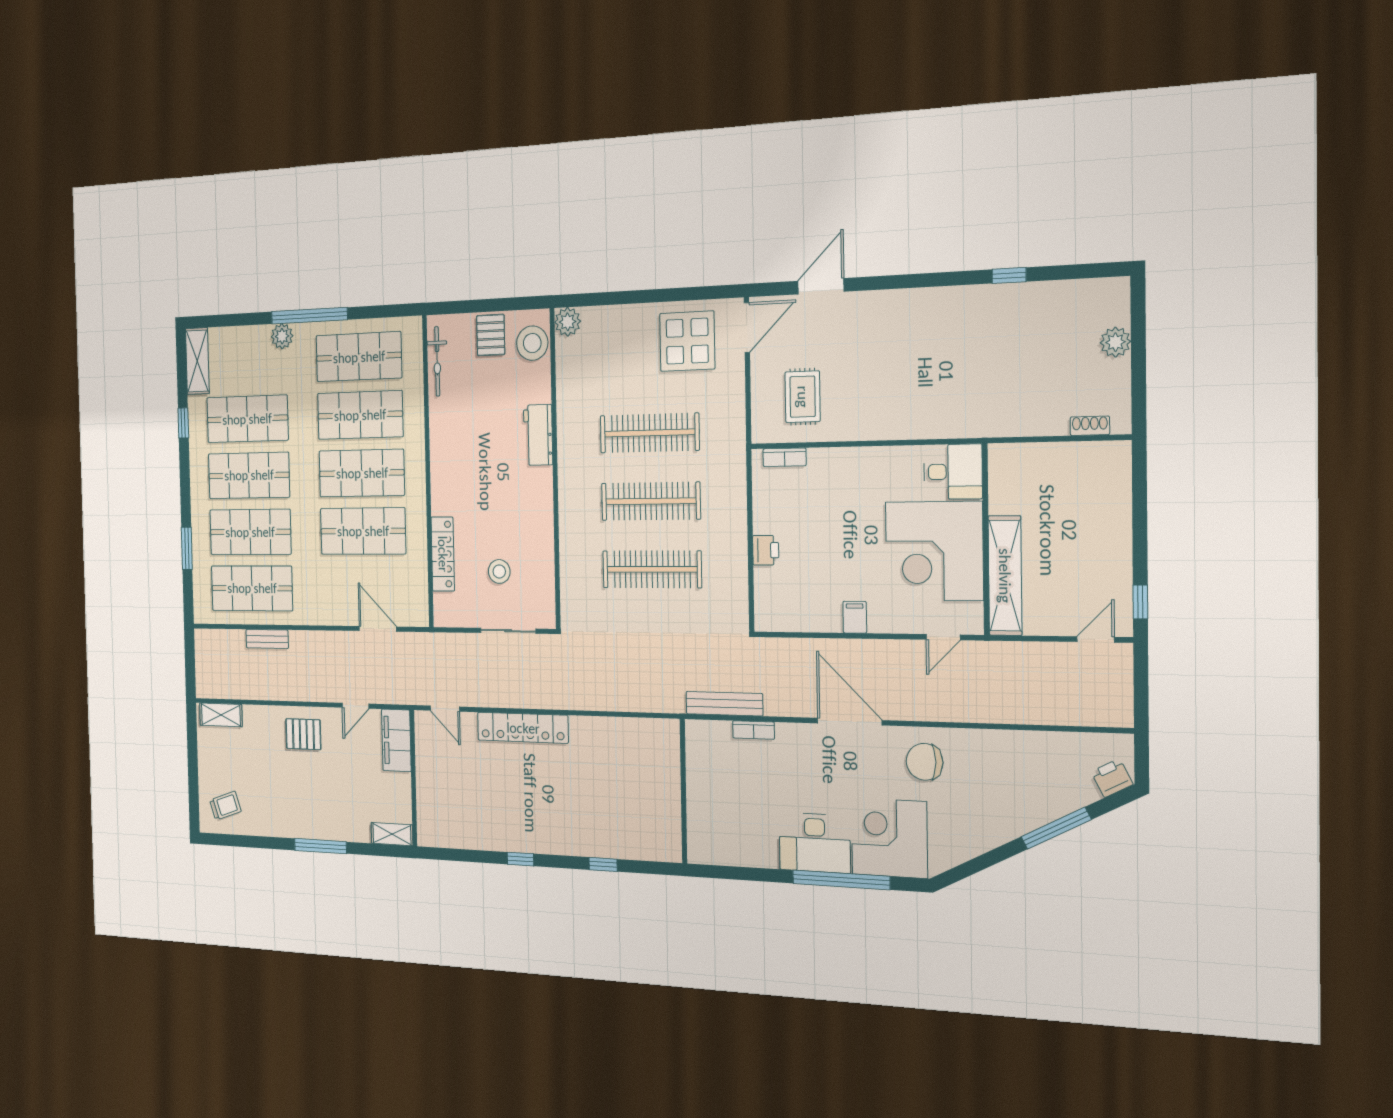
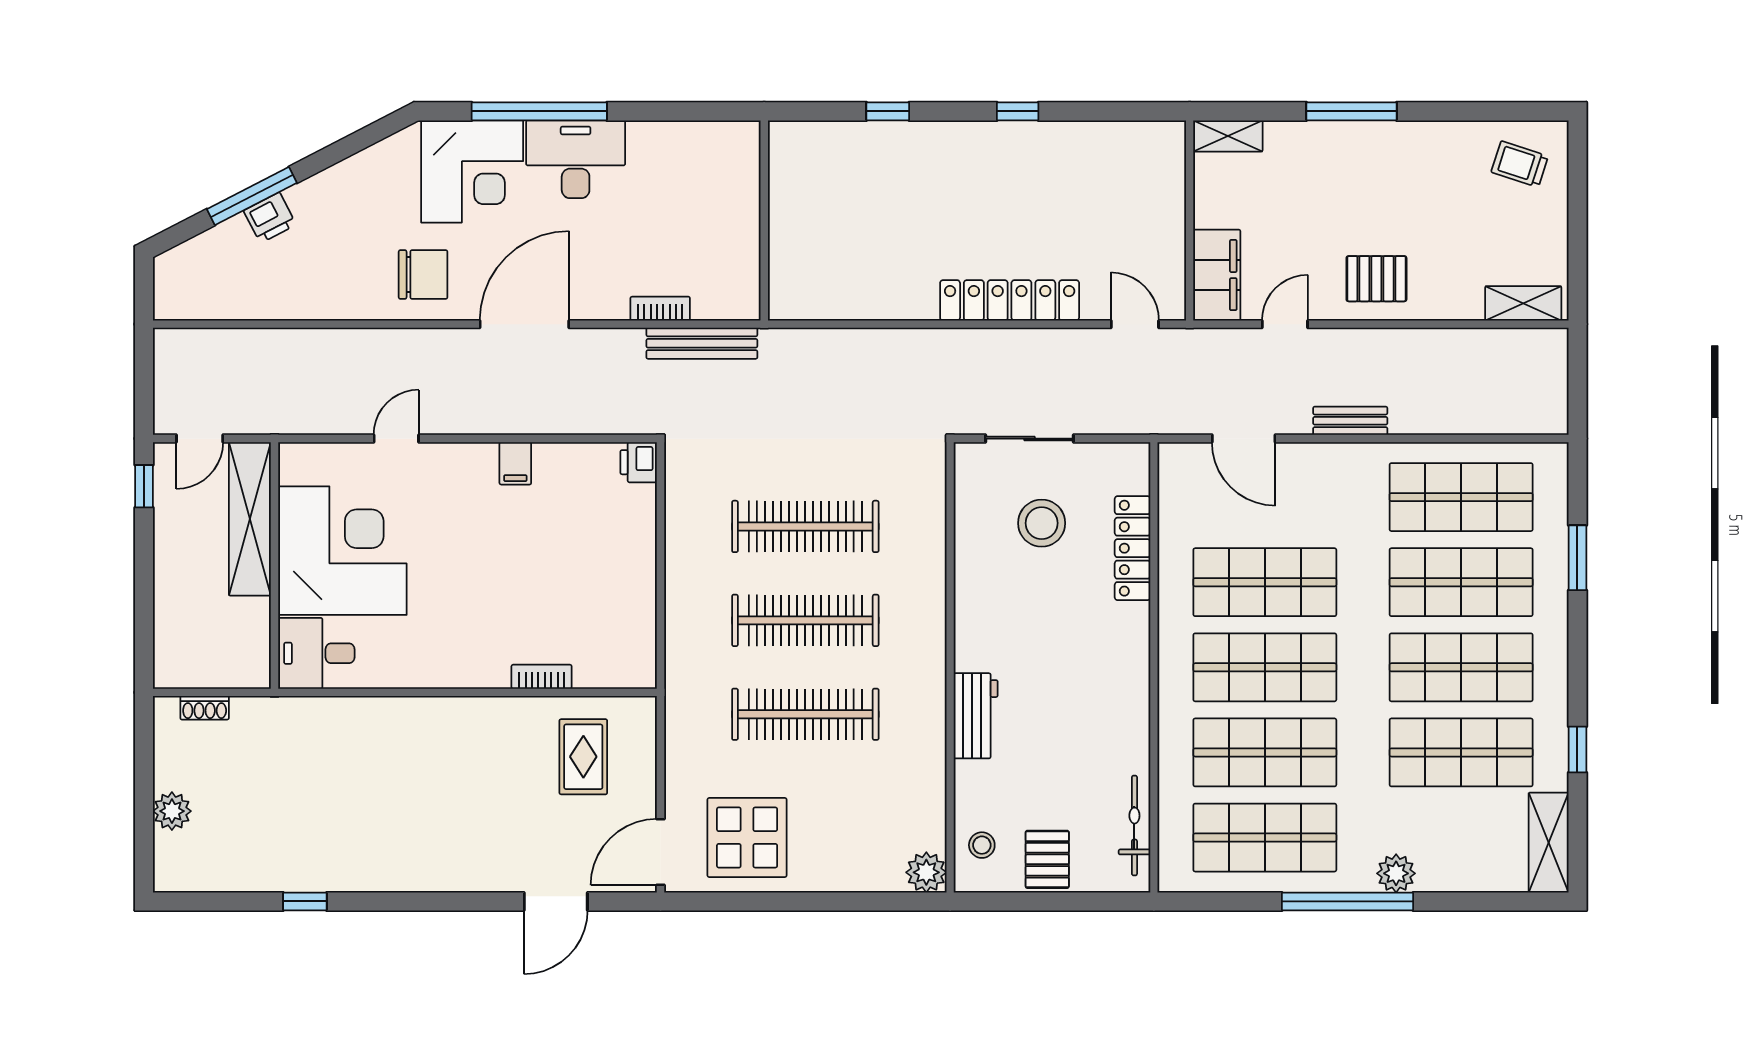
stool: (532, 343) -> (982, 845), width x0.53, depth x0.53
bookcase: (785, 457) -> (542, 677), moved
desk: (953, 472) -> (316, 653), moved
wall: (986, 539) -> (274, 565), moved
printer: (766, 550) -> (639, 462), moved
corner desk: (934, 551) -> (342, 551), moved
stool: (499, 571) -> (1042, 523), width x1.38, depth x1.38
shelving: (1005, 576) -> (250, 519), moved
bench: (267, 639) -> (1350, 421), moved
door: (850, 722) -> (524, 324), swing flipped
printer: (1112, 778) -> (270, 218), moved
trolley: (225, 806) -> (1520, 164), turned 37

